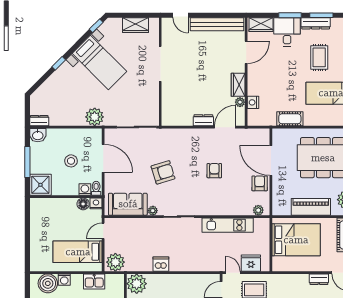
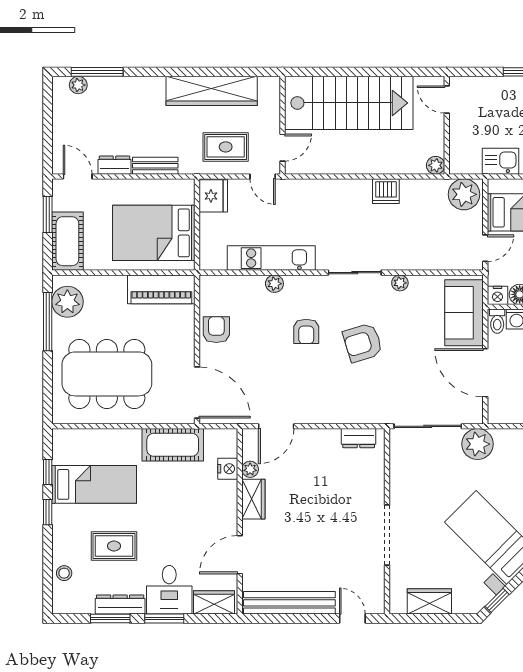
rug: (319, 57) -> (114, 546), turned 90
plant: (95, 117) -> (477, 444), moved
cot: (290, 119) -> (173, 445), width x1.37, depth x1.34
dresser: (203, 120) -> (359, 438), moved
door: (271, 161) -> (197, 393), moved
armchair: (214, 171) -> (306, 331), moved
armchair: (163, 172) -> (363, 343), moved
armchair: (260, 183) -> (216, 330), turned 180
sofa: (128, 204) -> (464, 313), moved, turned 90
piano: (311, 207) -> (161, 289), moved
plant: (258, 210) -> (274, 284), moved
fridge: (251, 263) -> (213, 196), moved, turned -90
bench: (295, 279) -> (155, 166), added
plant: (137, 284) -> (436, 165), width x0.53, depth x0.53

